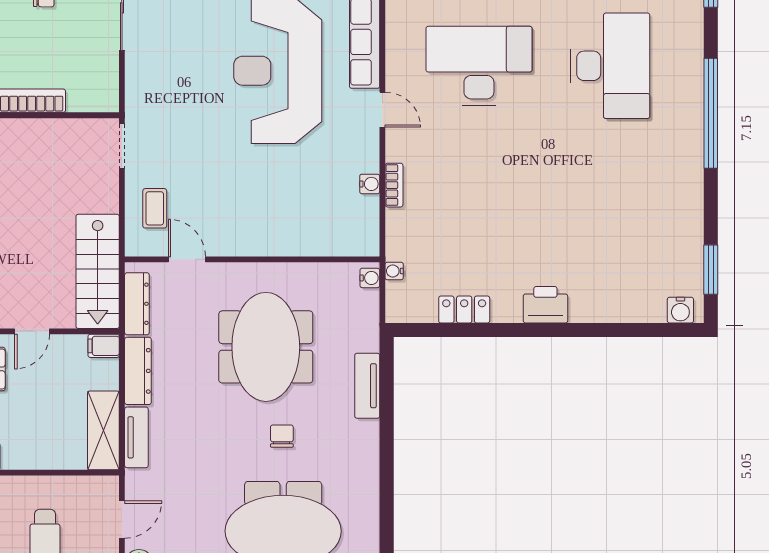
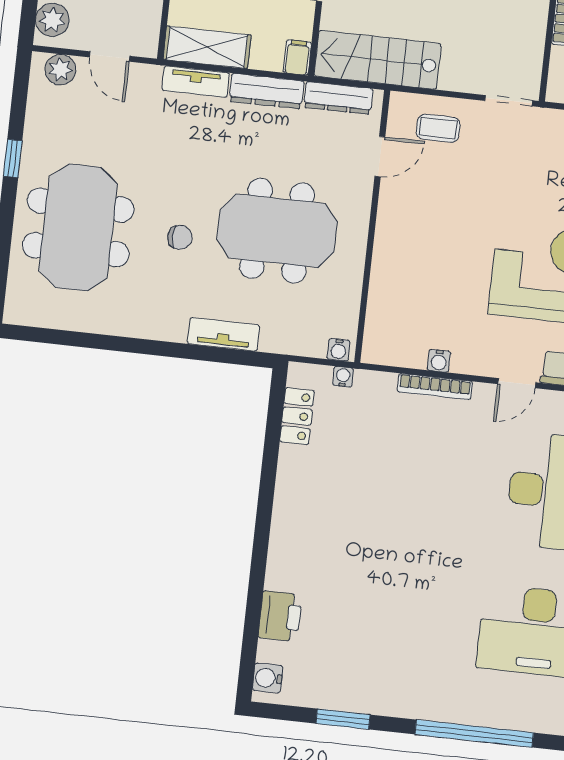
bookcase: (394, 185) -> (435, 387), width x1.56
window: (711, 270) -> (343, 719), moved
printer: (545, 305) -> (280, 616), moved
locker: (464, 310) -> (297, 416), moved

